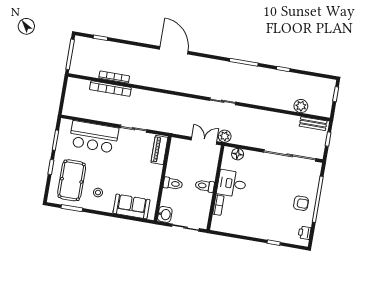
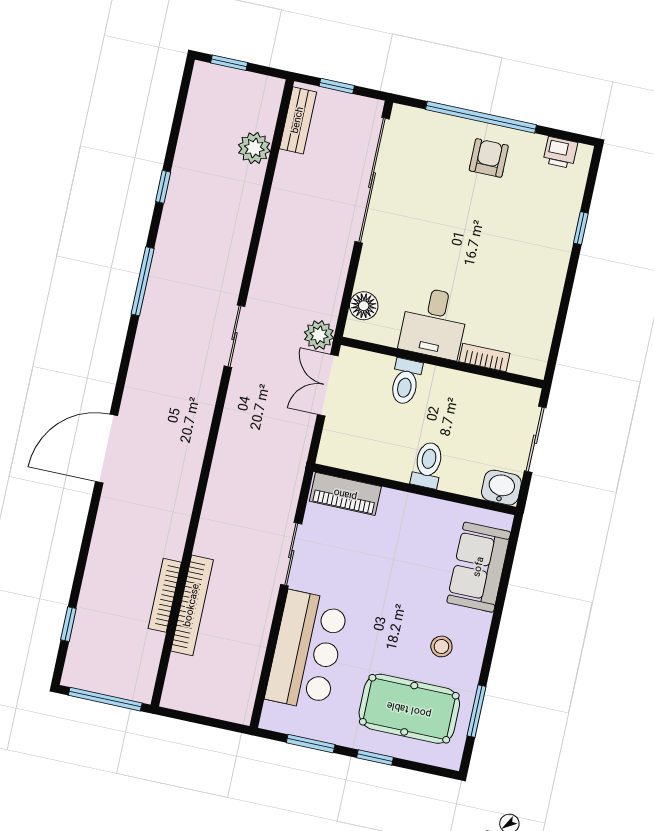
toilet: (205, 186) -> (406, 382), moved

